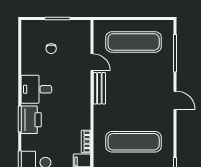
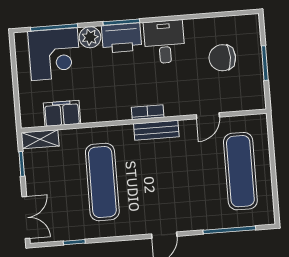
chair: (51, 49) -> (222, 58), width x1.87, depth x1.87
bench: (99, 88) -> (156, 130), moved
plant: (29, 142) -> (90, 37), added
bookcase: (86, 142) -> (148, 112), moved

